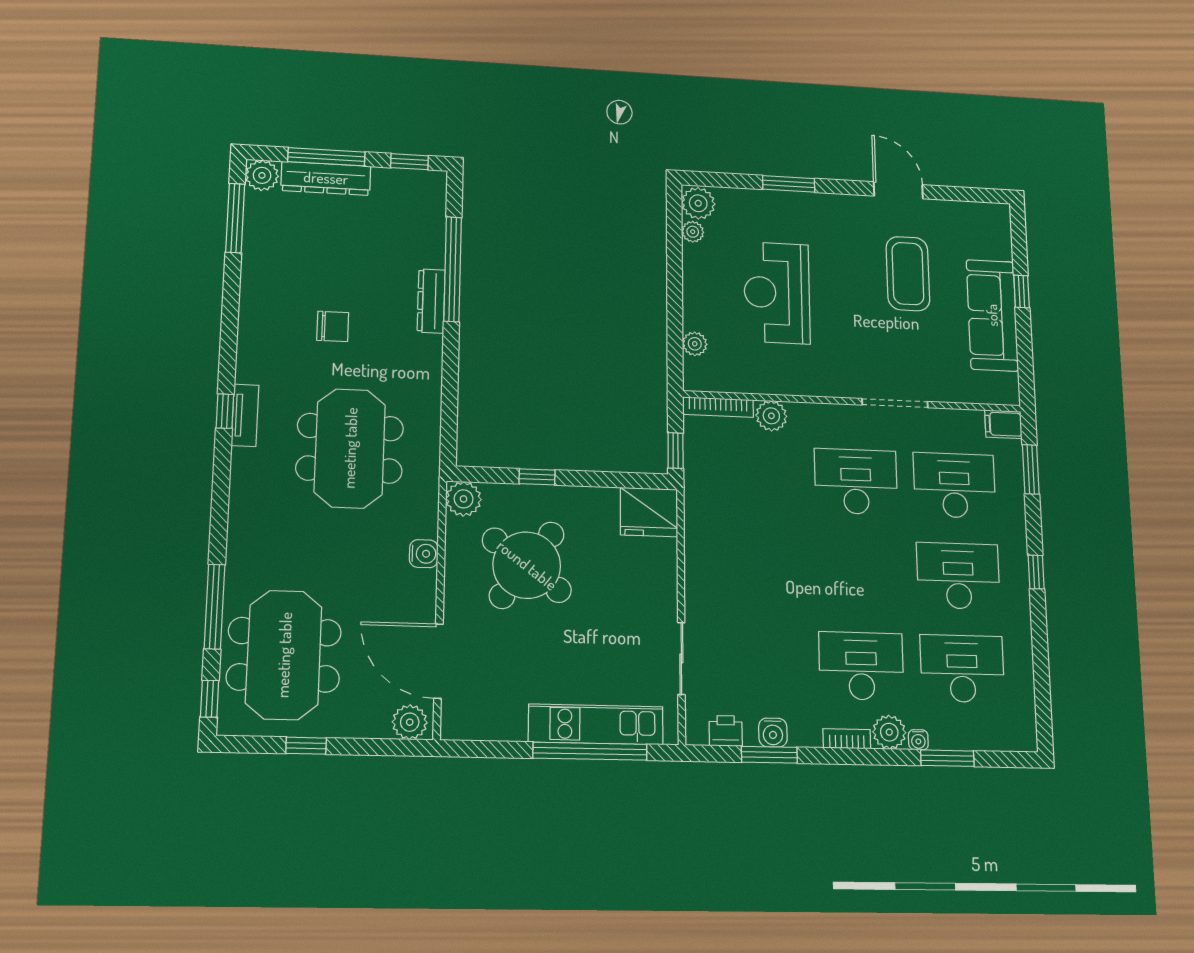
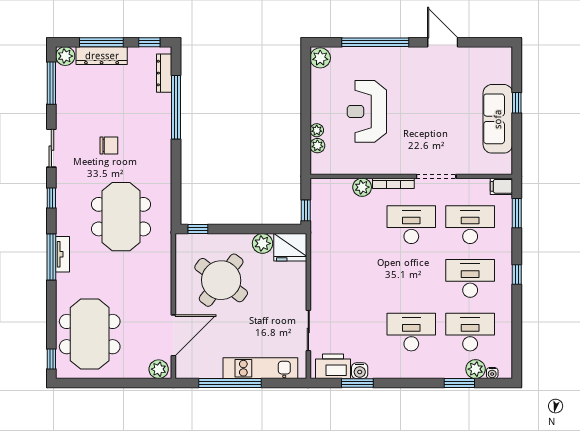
window: (789, 184) -> (375, 42), width x2.11
plant: (693, 232) -> (317, 130), moved
coffee table: (908, 274) -> (447, 95), removed
dresser: (431, 301) -> (164, 73), moved
sliding door: (229, 326) -> (51, 148), added
bookcase: (718, 407) -> (393, 183), moved
tv unit: (245, 415) -> (63, 254), moved
window: (537, 477) -> (198, 229), moved
plant: (464, 499) -> (262, 243), moved
water cooler: (424, 554) -> (164, 276), removed
window: (214, 607) -> (51, 257), moved
door: (438, 661) -> (173, 335), swing flipped
printer: (726, 731) -> (333, 366), width x1.87, depth x1.48
plant: (889, 732) -> (476, 369), moved
bookcase: (847, 739) -> (402, 373), removed
water cooler: (918, 740) -> (492, 373), moved
window: (306, 746) -> (104, 383), removed
window: (590, 751) -> (230, 383), moved

